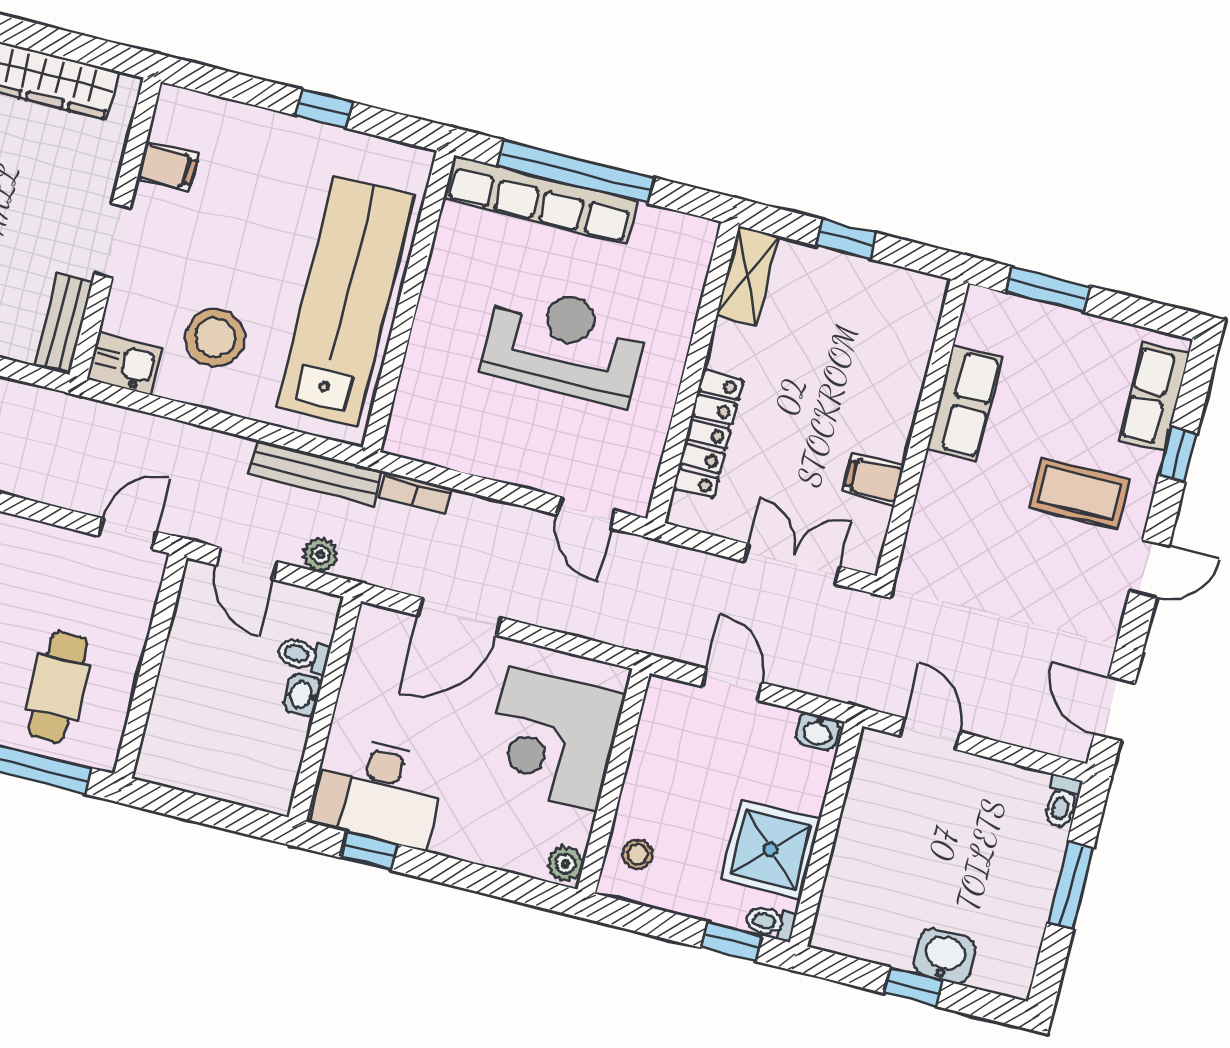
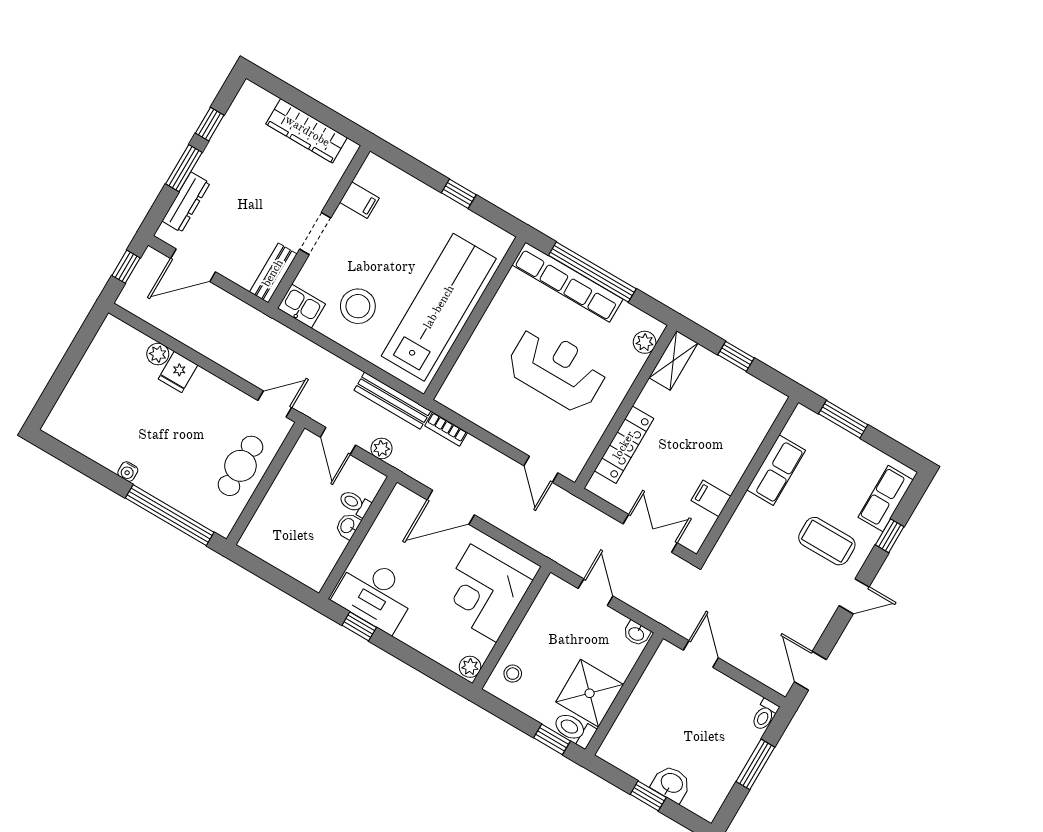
plant: (693, 260) -> (645, 342), added
cafe table: (58, 687) -> (240, 466), moved
toilet: (770, 922) -> (574, 729), width x1.37, depth x1.39

